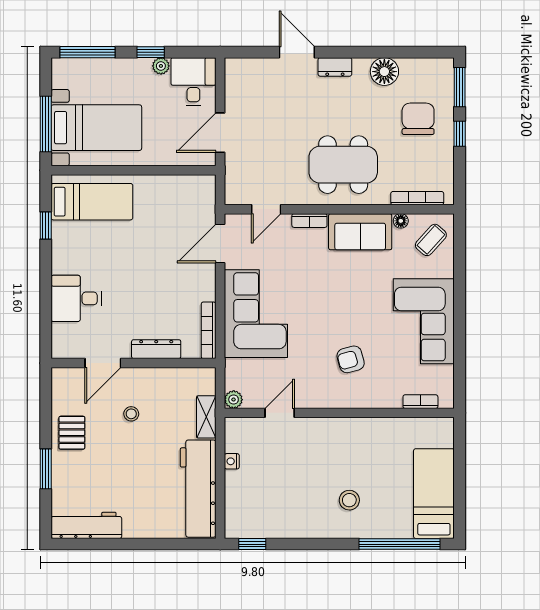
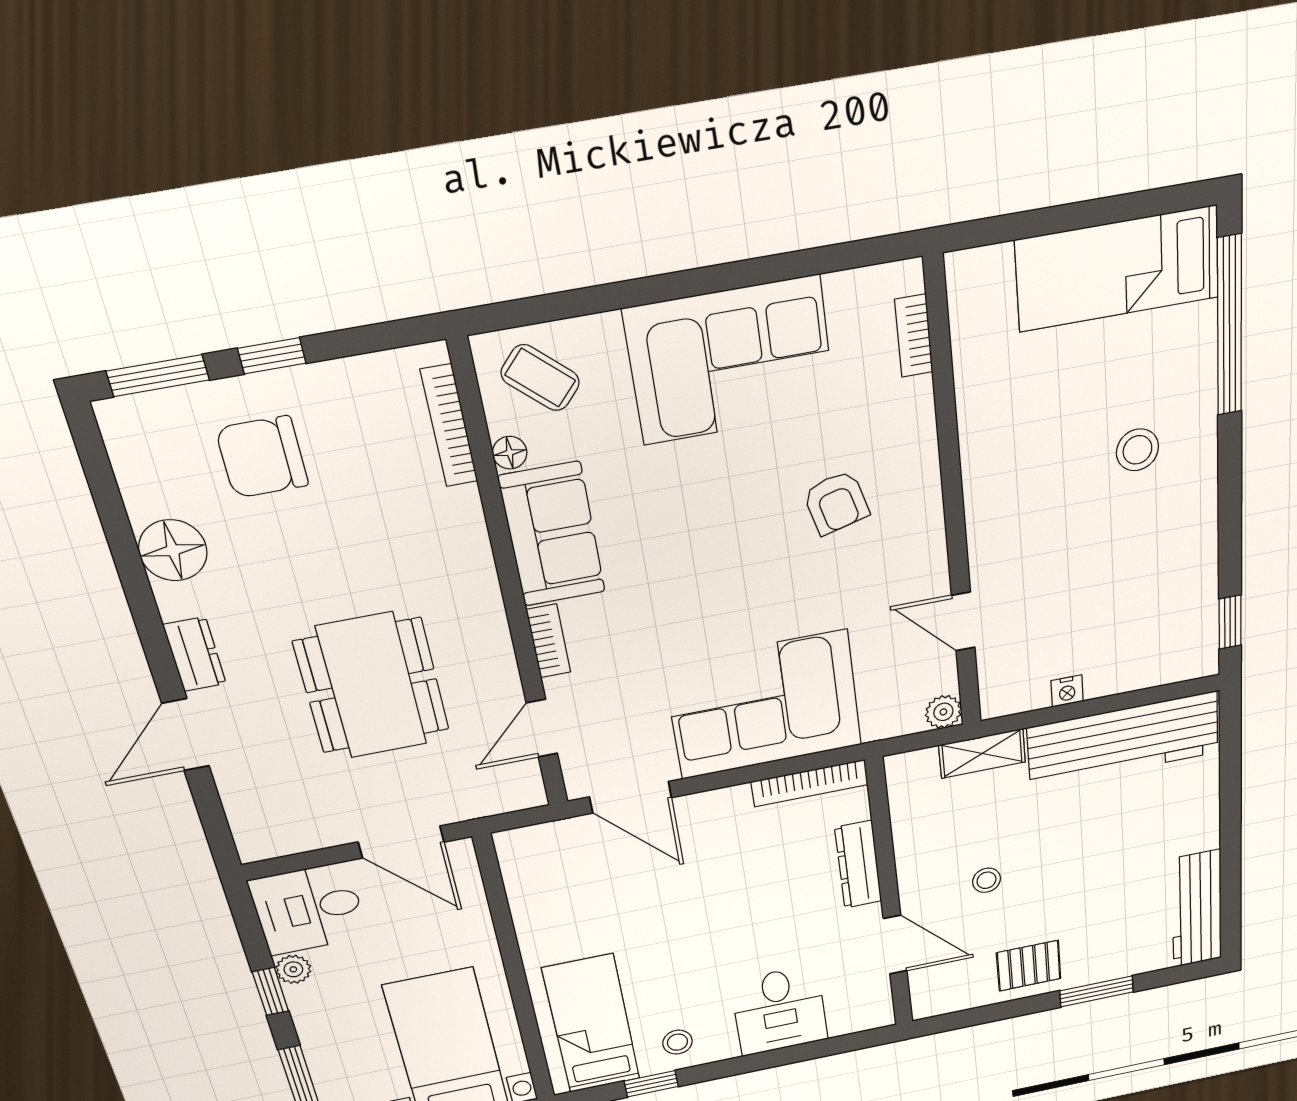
dining table: (343, 165) -> (372, 686), moved
door: (266, 209) -> (542, 728), swing flipped
stool: (69, 243) -> (677, 1042), added

